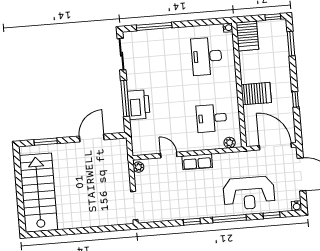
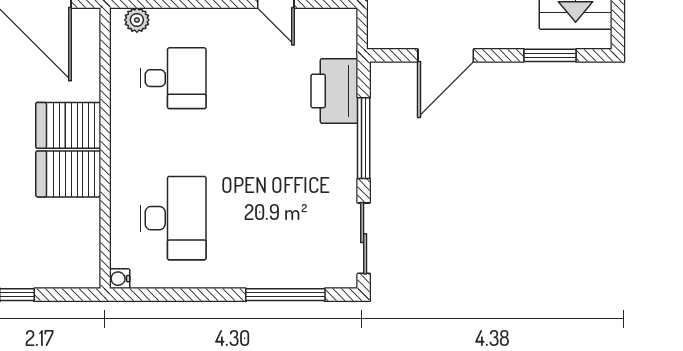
server rack: (247, 36) -> (68, 174), moved, turned -90
printer: (139, 105) -> (334, 91), moved

